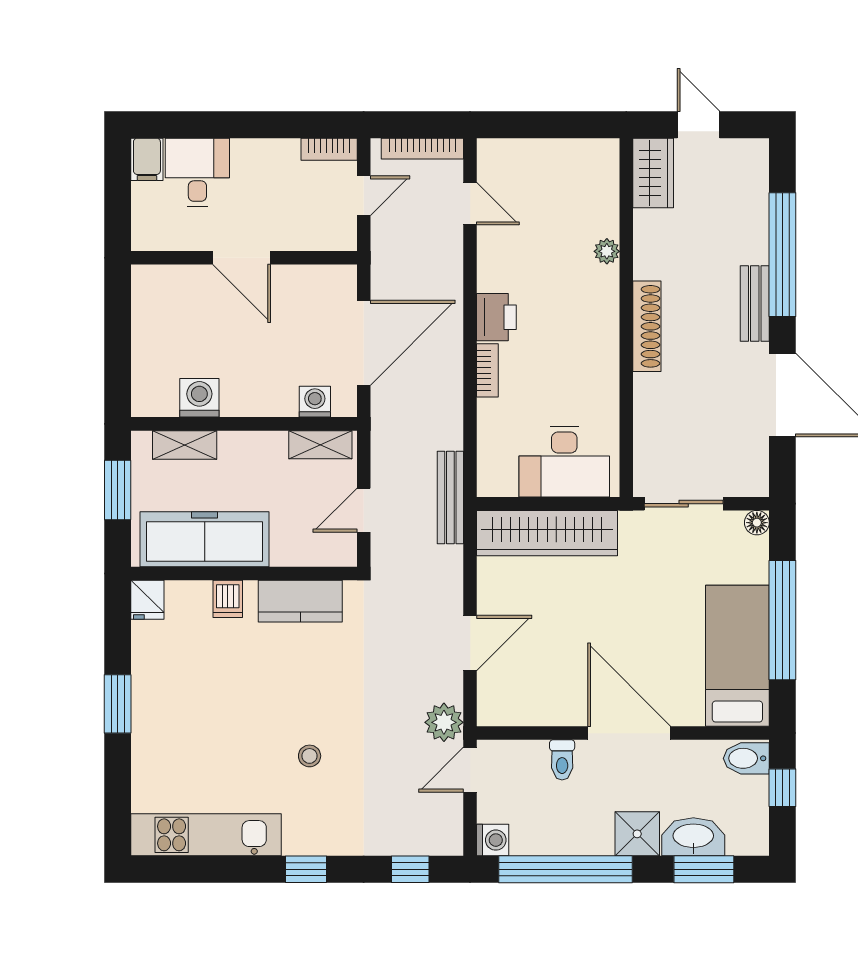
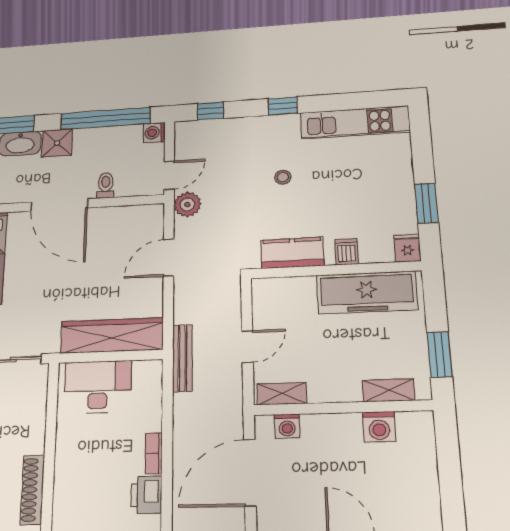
freezer: (205, 539) -> (367, 292), moved
wall: (244, 573) -> (335, 270), moved
dishwasher: (228, 599) -> (346, 252), moved
fridge: (147, 600) -> (407, 248), moved
kitchen counter: (300, 601) -> (292, 253), moved

